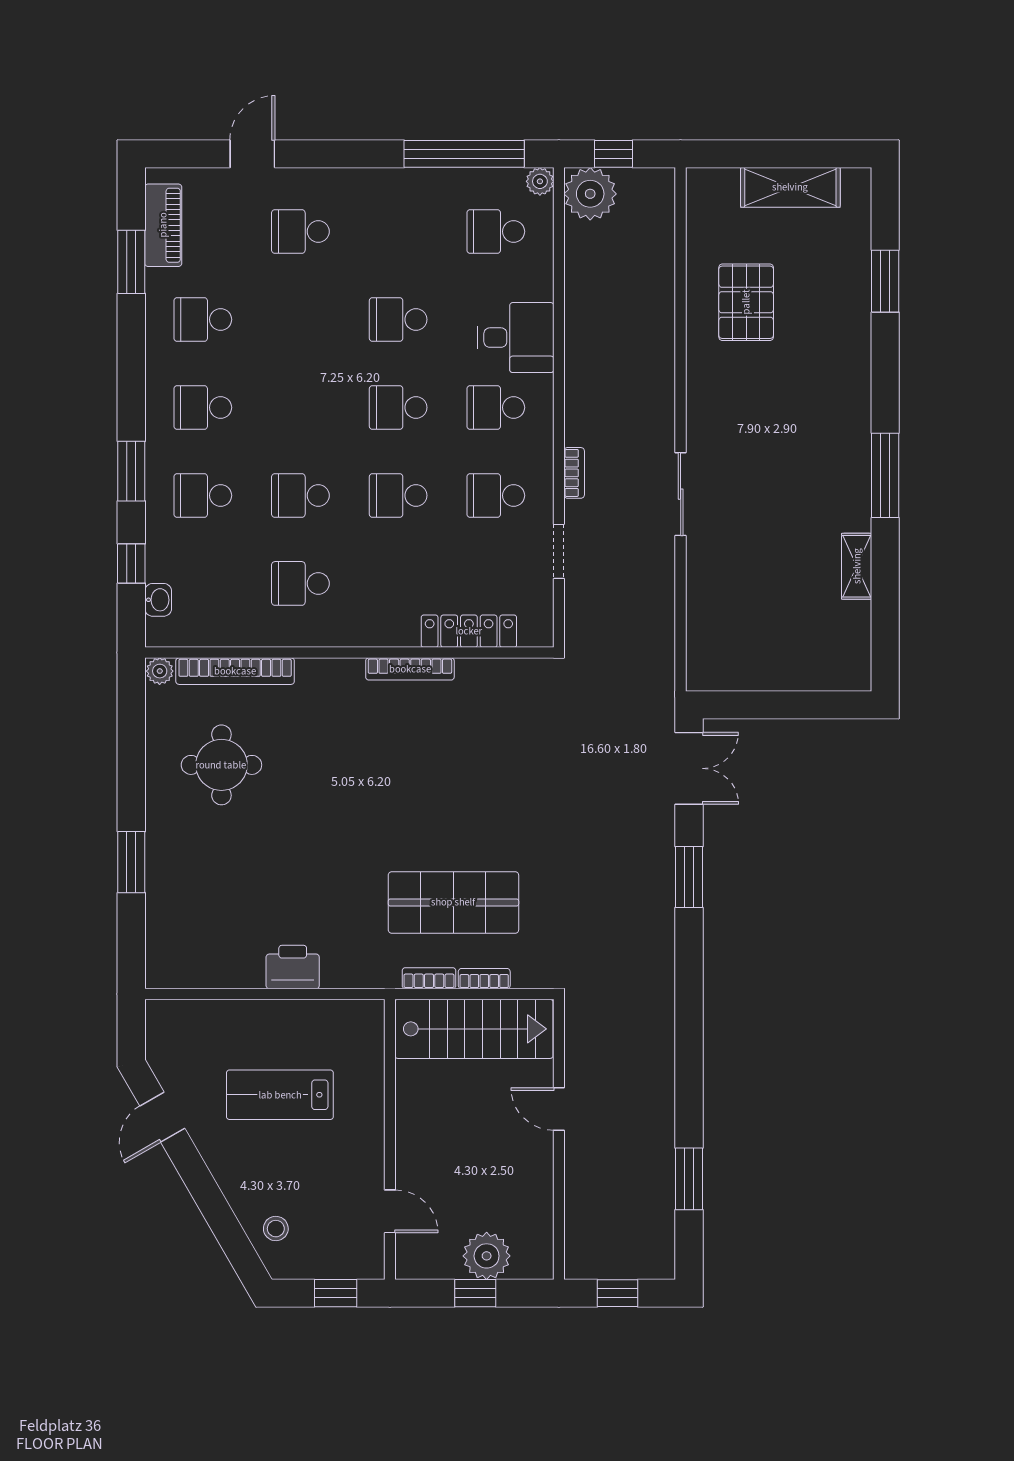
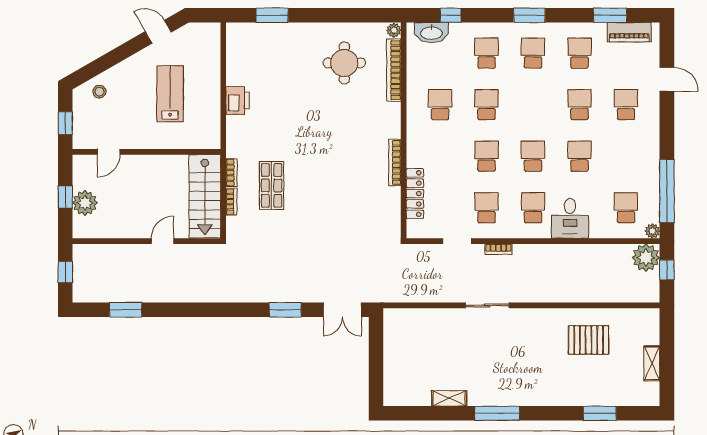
shelving: (790, 187) -> (652, 363), width x0.67, depth x0.75
school desk: (300, 319) -> (579, 105), added
window: (131, 471) -> (529, 15), moved
washbasin: (158, 600) -> (431, 33), width x1.91, depth x1.45
window: (131, 862) -> (272, 15), moved
shop shelf: (453, 902) -> (272, 185), width x0.70, depth x0.74

